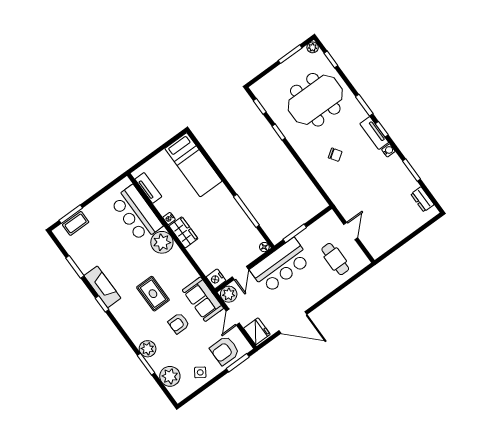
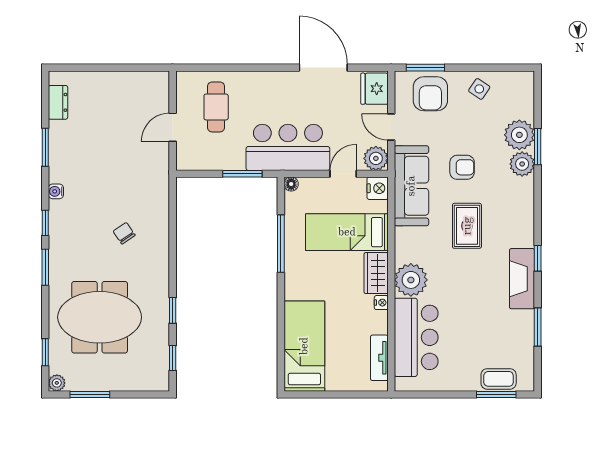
tv unit: (374, 133) -> (58, 225), removed
bed: (215, 243) -> (347, 232), added
sofa: (203, 299) -> (411, 186), width x1.36
door: (233, 317) -> (391, 127), swing flipped
armchair: (225, 351) -> (430, 94), turned 90
plant: (170, 376) -> (519, 135), moved

